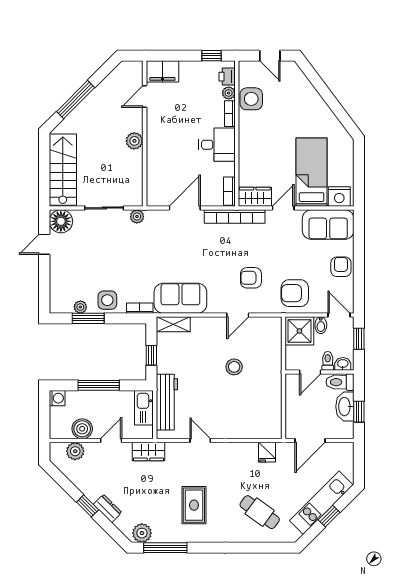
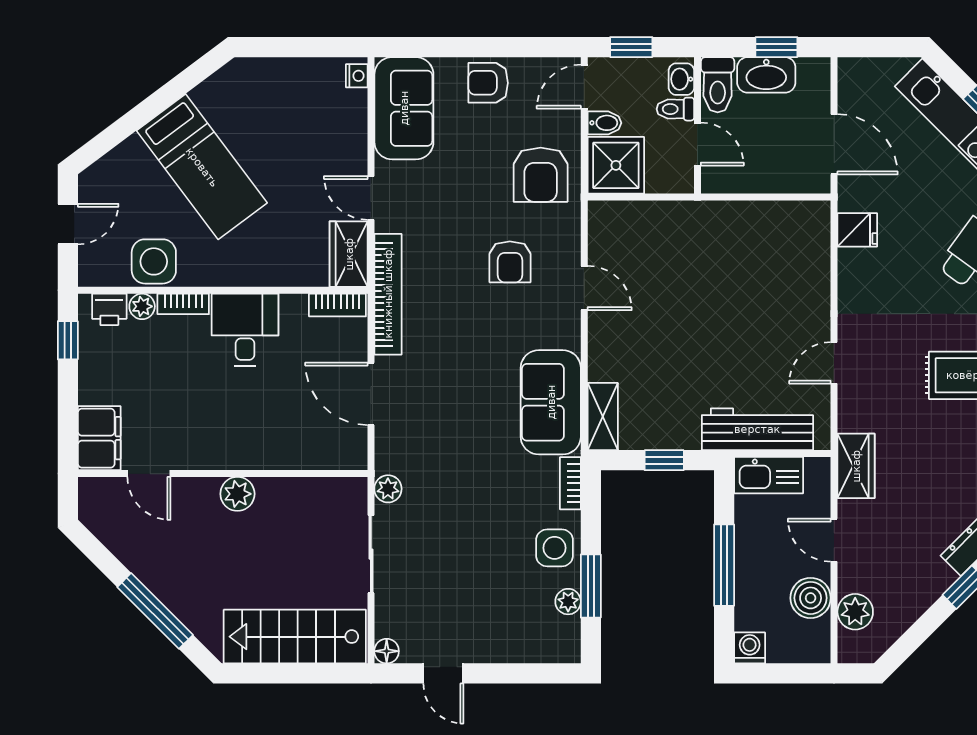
bed: (312, 172) -> (202, 167), moved, turned -127
nightstand: (339, 196) -> (357, 76), width x0.53, depth x0.56
floor lamp: (61, 221) -> (387, 651), width x0.53, depth x0.53
stool: (234, 367) -> (687, 296), removed

